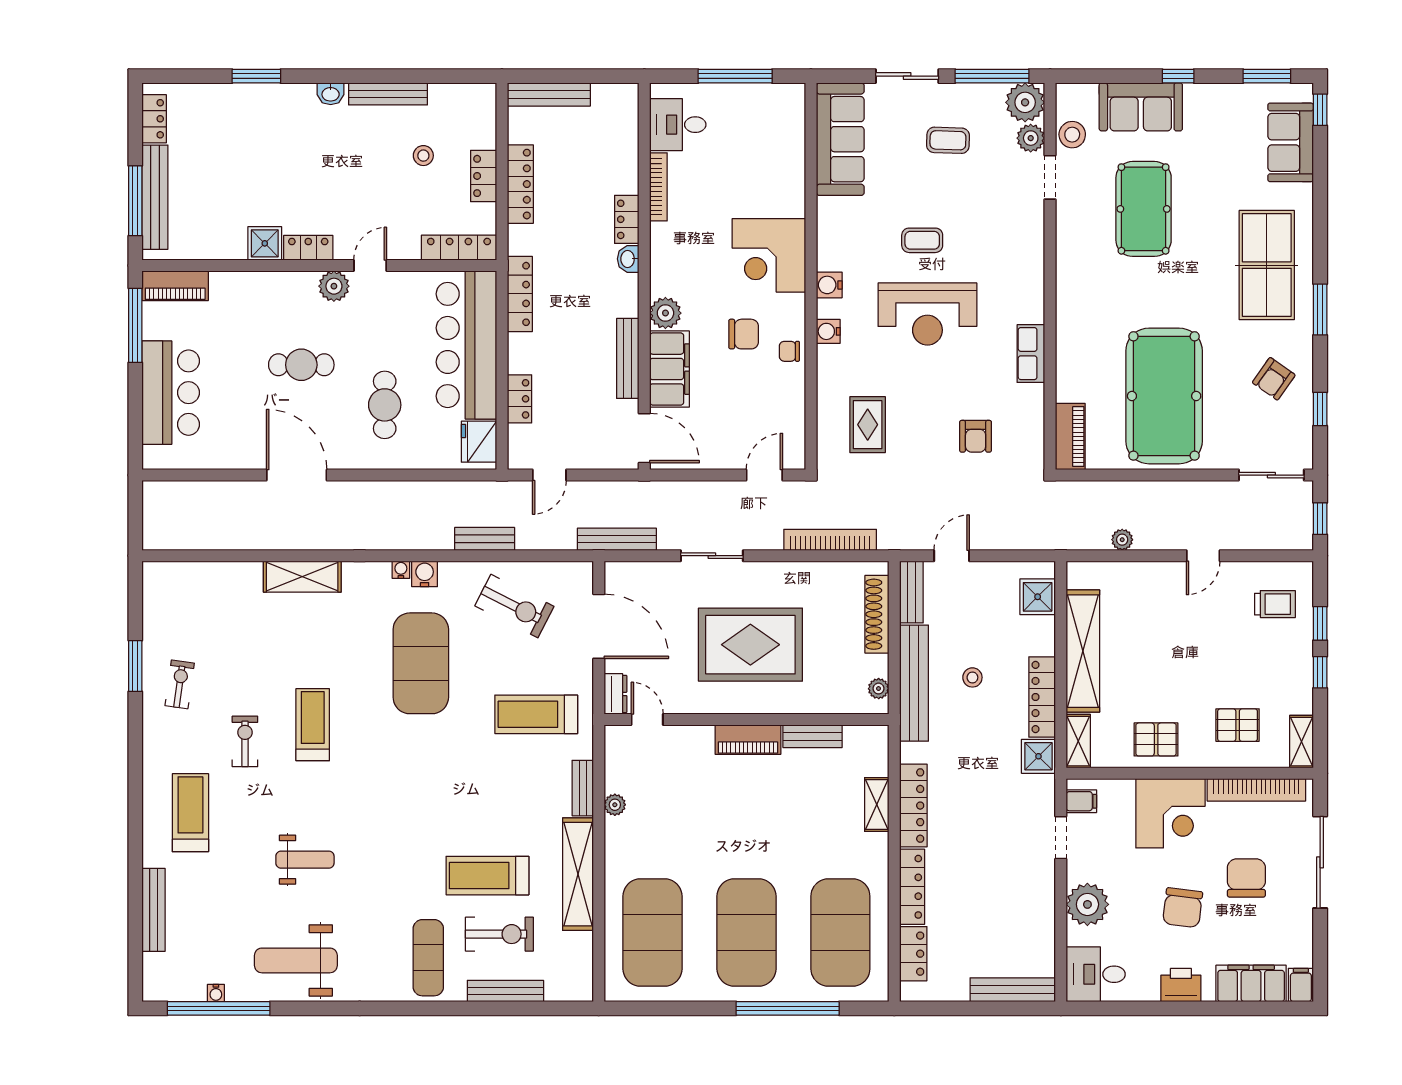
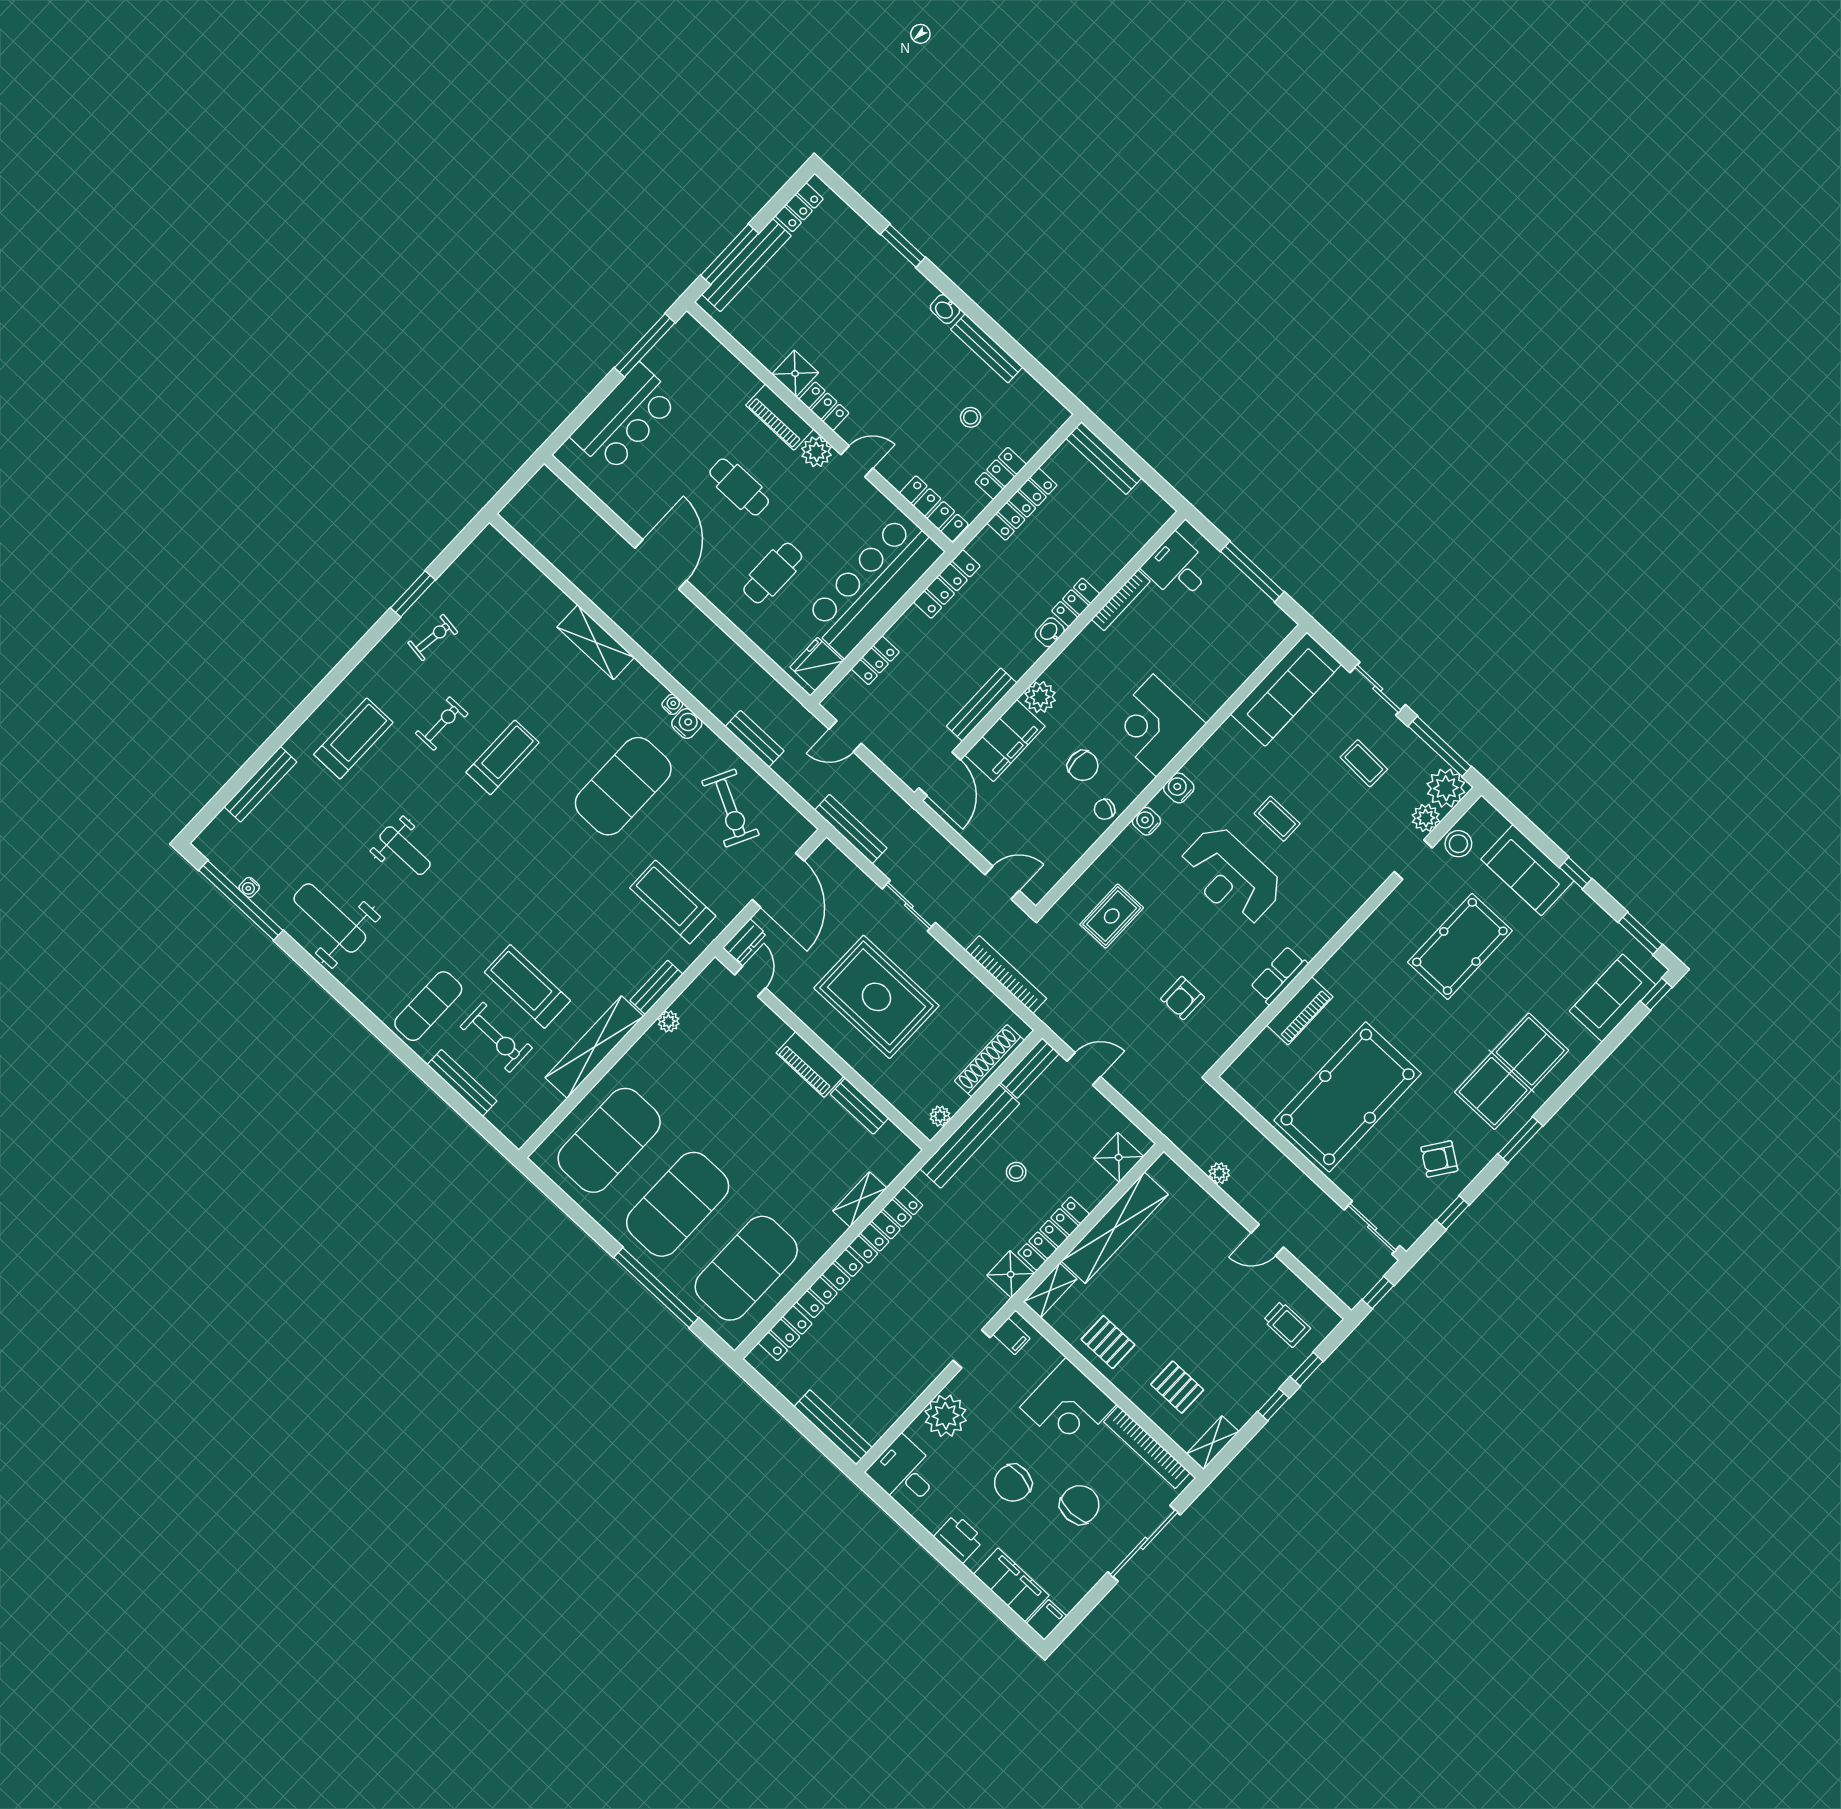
piano: (175, 286) -> (780, 417), moved
chair: (789, 351) -> (1105, 809), turned -68
piano: (1070, 437) -> (1300, 1011), moved

